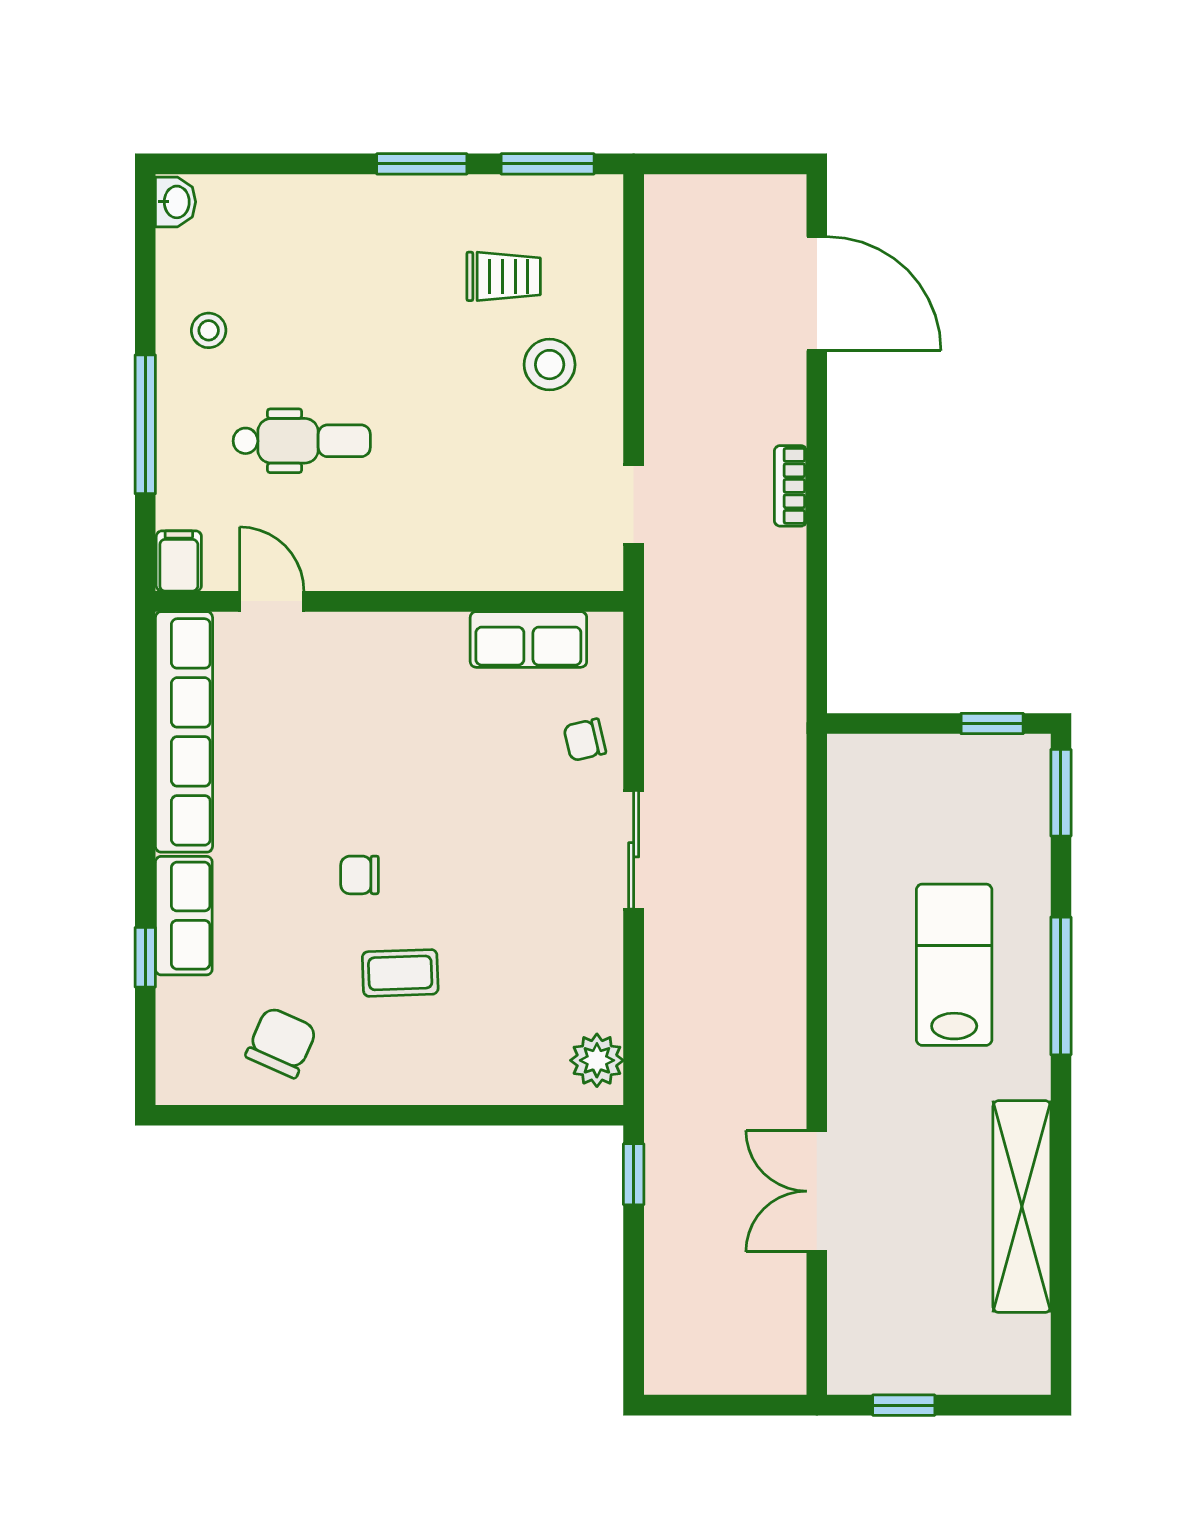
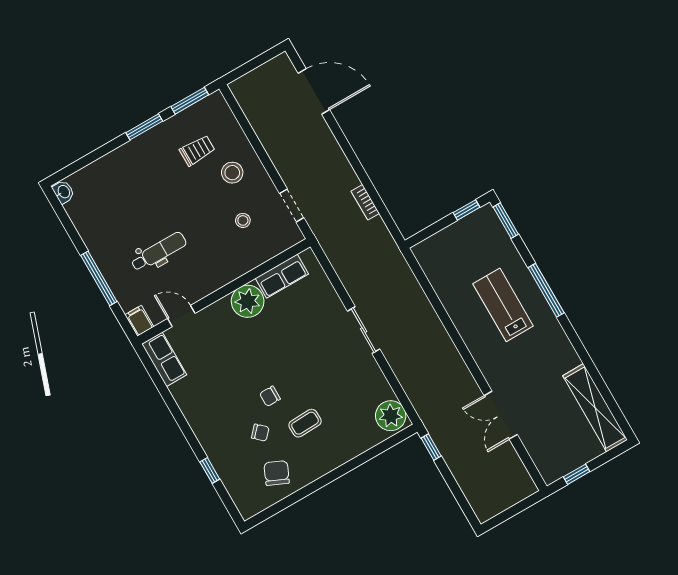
stool: (209, 330) -> (243, 220), moved
bookcase: (790, 486) -> (365, 202), moved
plant: (427, 651) -> (248, 301), added
row of seats: (184, 732) -> (164, 359), width x0.50
chair: (585, 740) -> (260, 433), moved, turned -124
row of seats: (184, 916) -> (215, 448), removed
plant: (597, 1060) -> (391, 416), width x1.36, depth x1.36
shelving: (1022, 1207) -> (595, 408), moved

